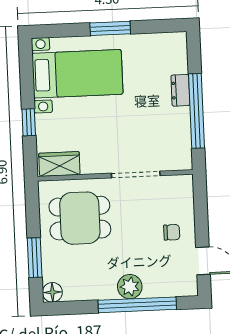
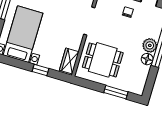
dining table: (80, 218) -> (103, 60), turned 90
floor lamp: (52, 292) -> (147, 59), moved

